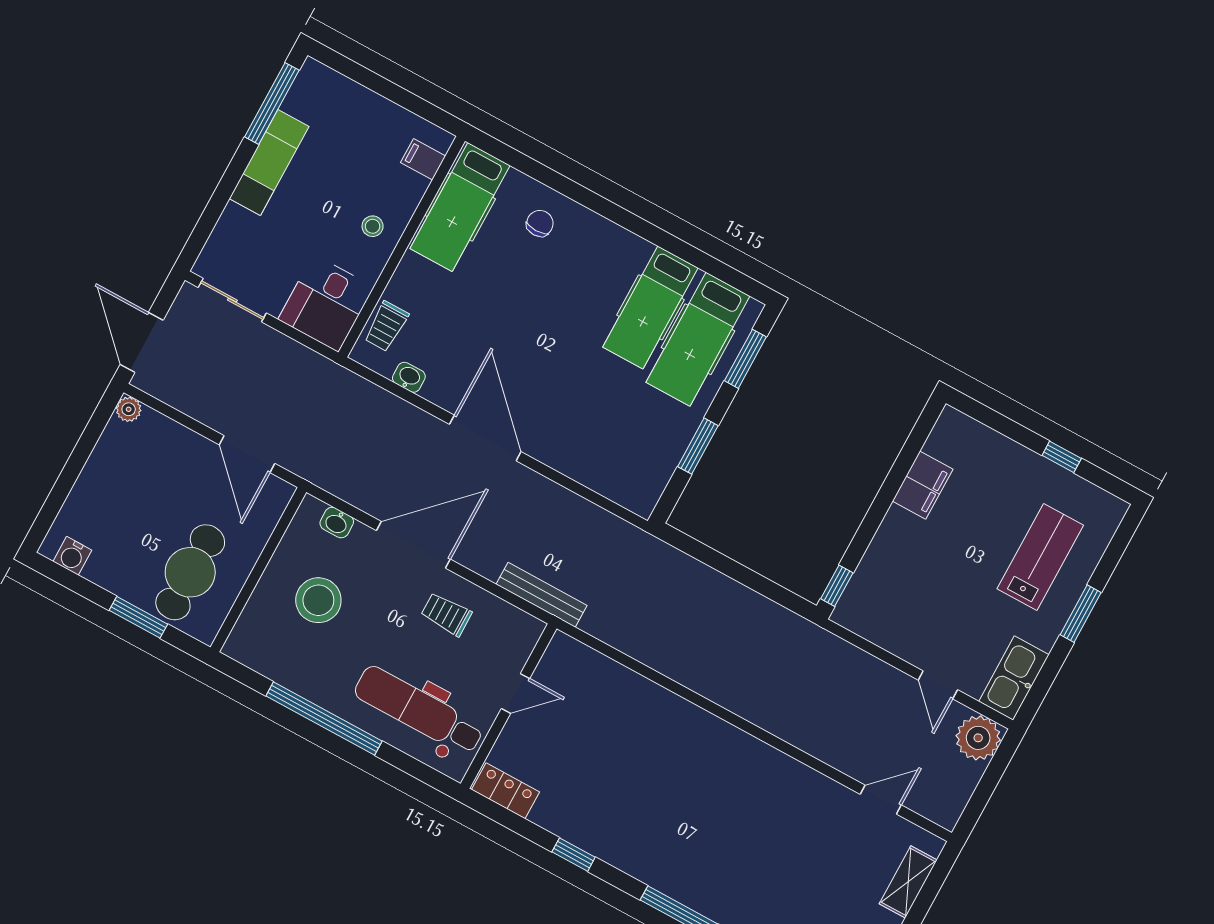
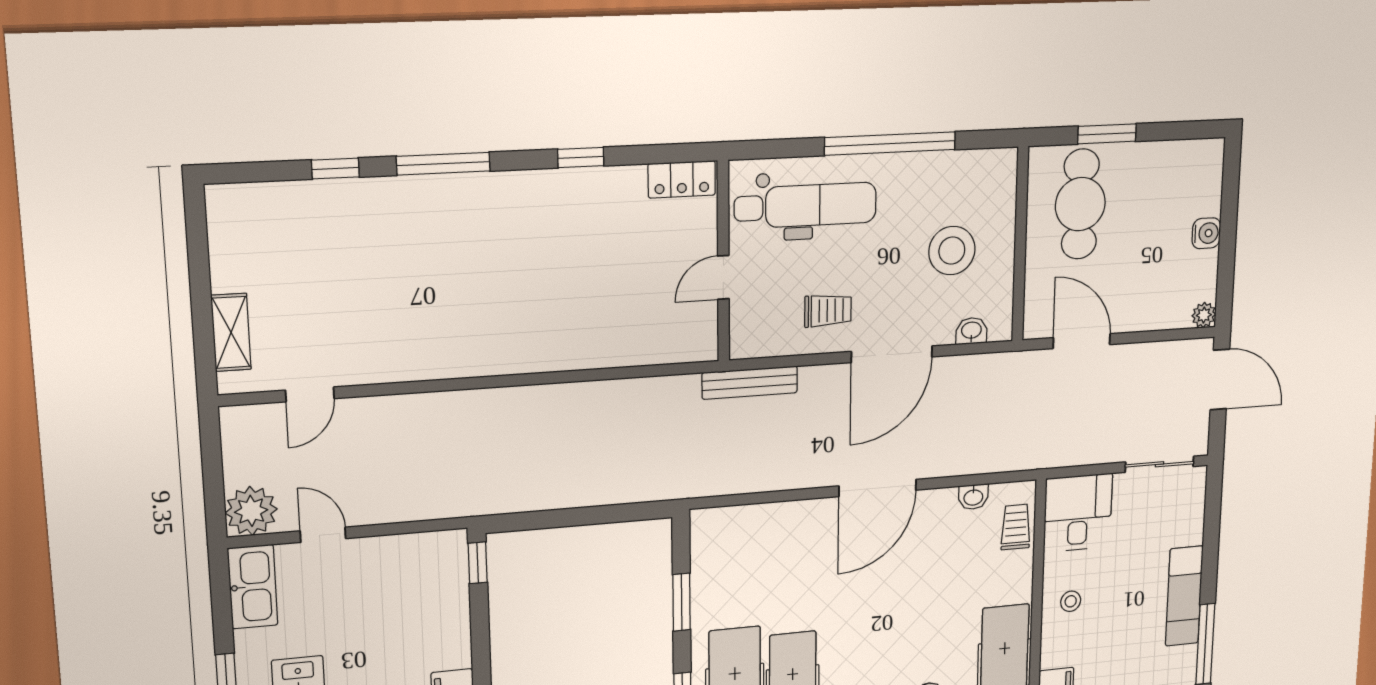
door: (485, 438) -> (878, 488), hinge flipped
water cooler: (72, 556) -> (1206, 233), moved, turned 90

